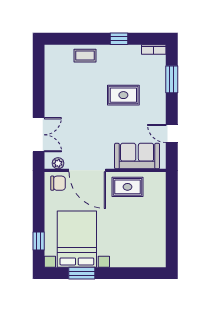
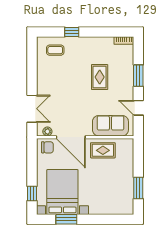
window: (119, 39) -> (72, 32), moved
coffee table: (85, 56) -> (55, 50), moved
window: (172, 79) -> (138, 76), moved
rug: (123, 95) -> (100, 77), turned 90
window: (172, 234) -> (138, 188), added

